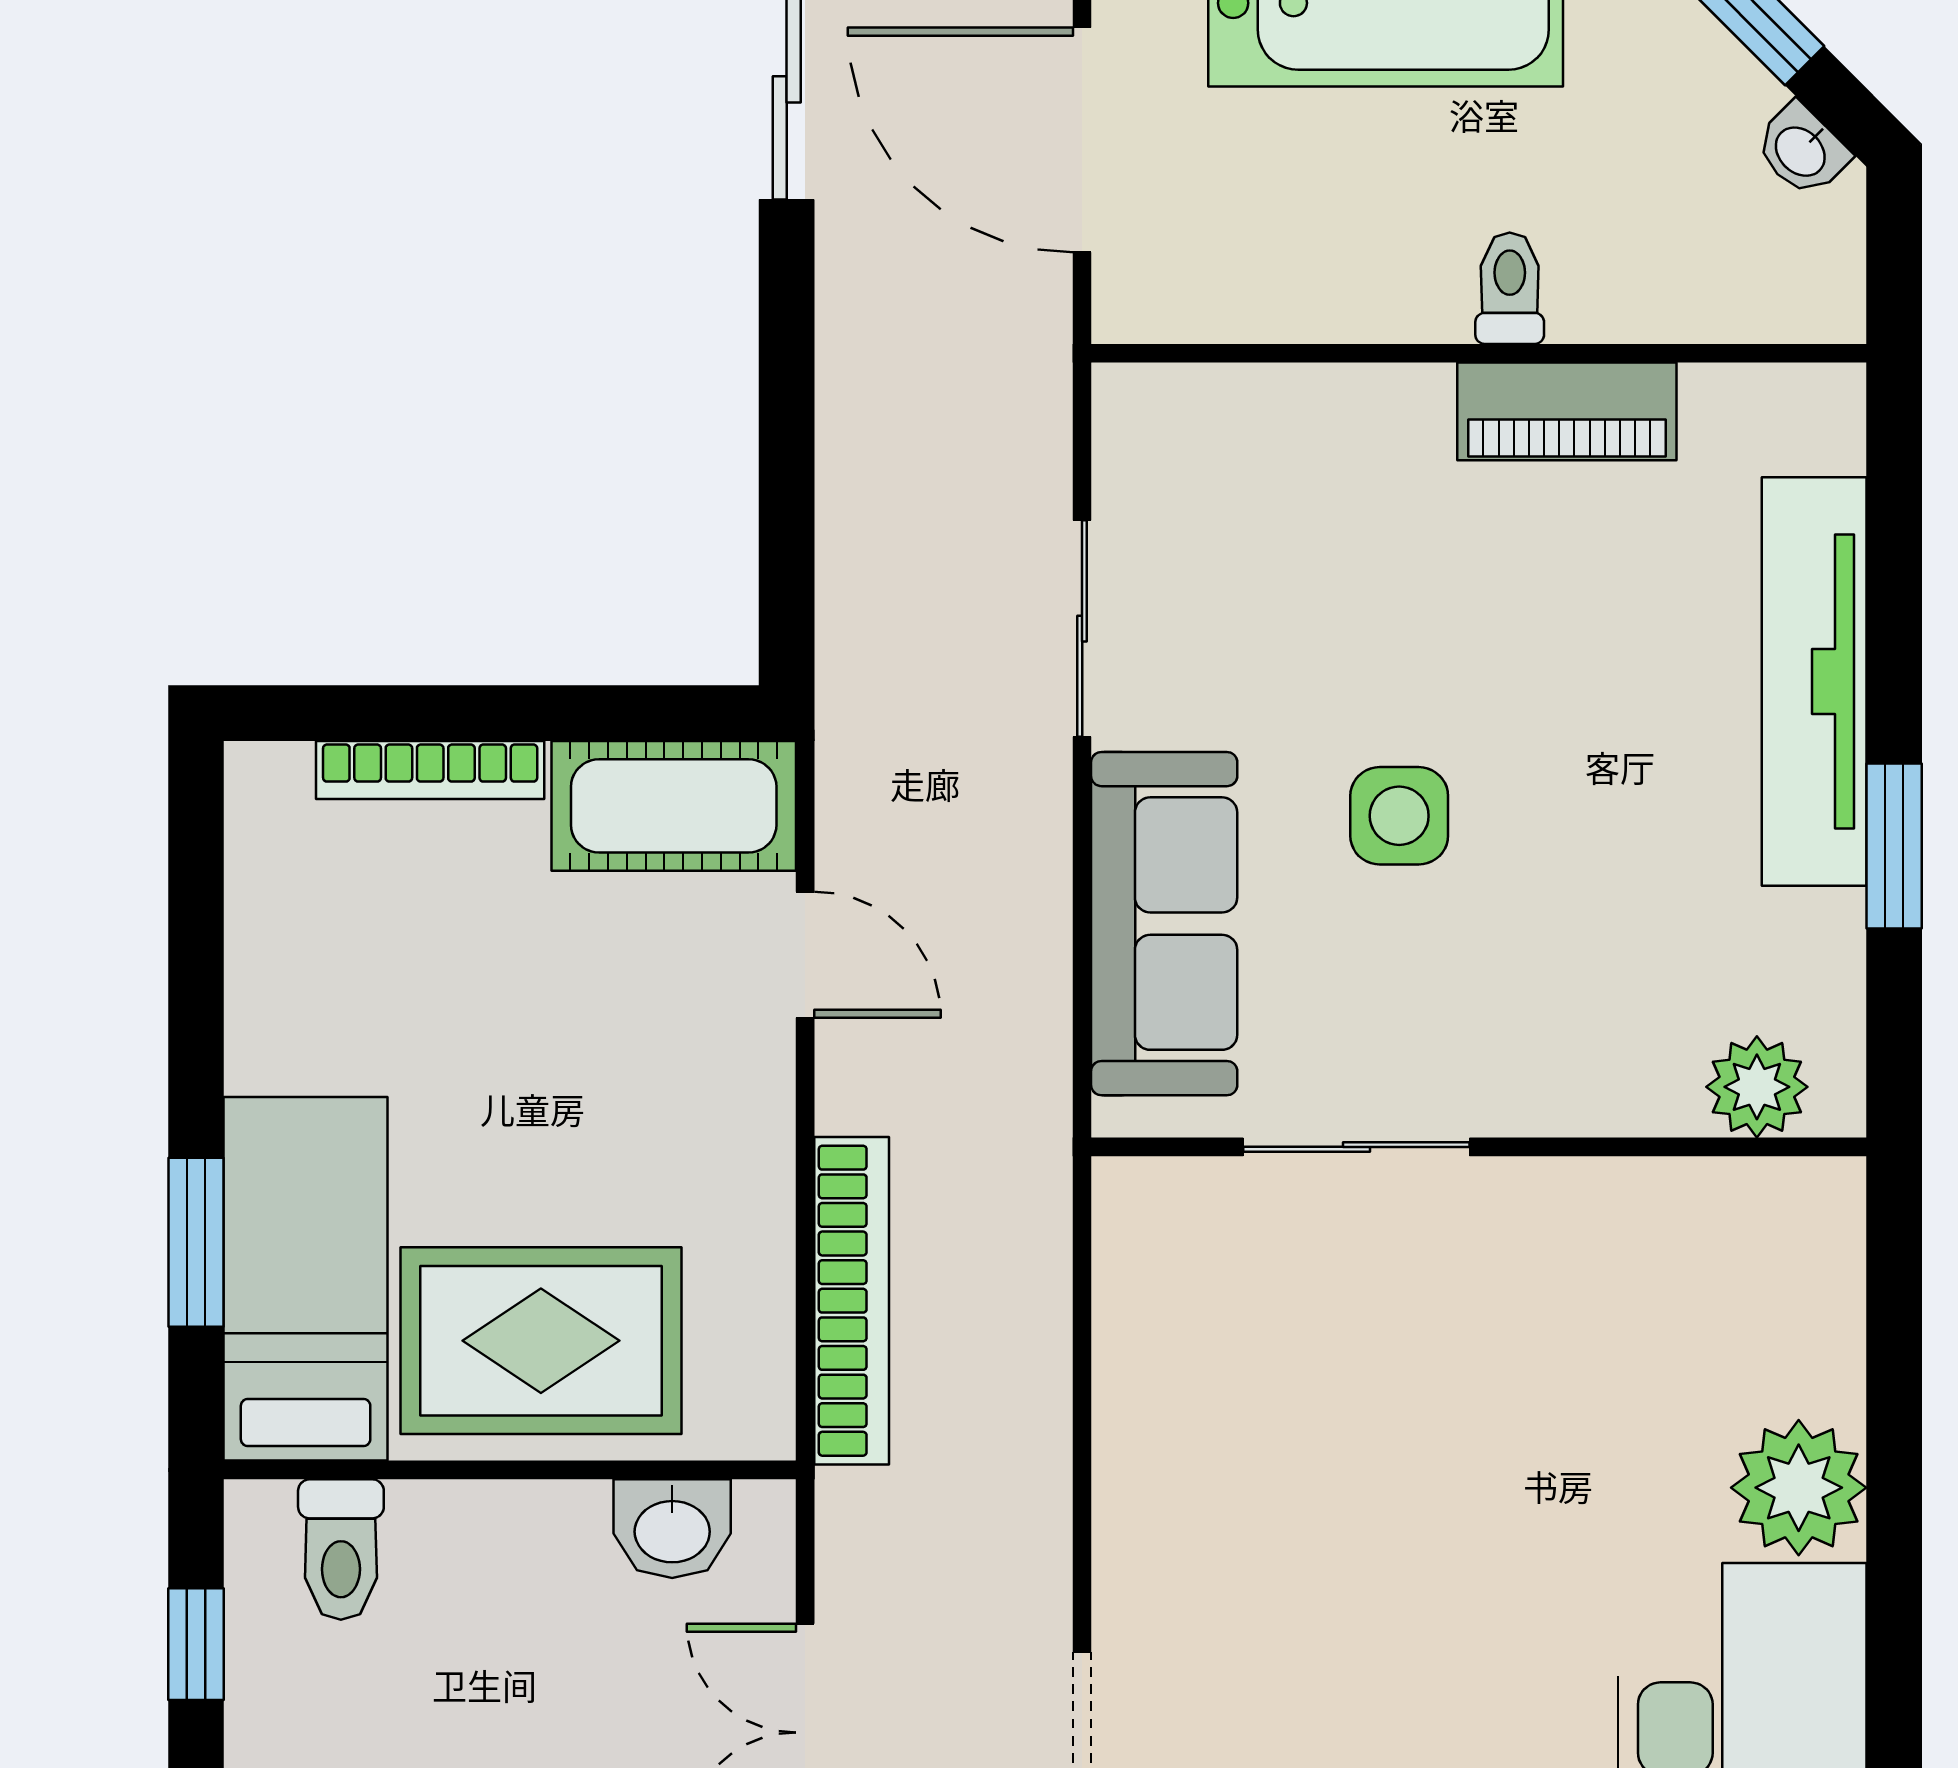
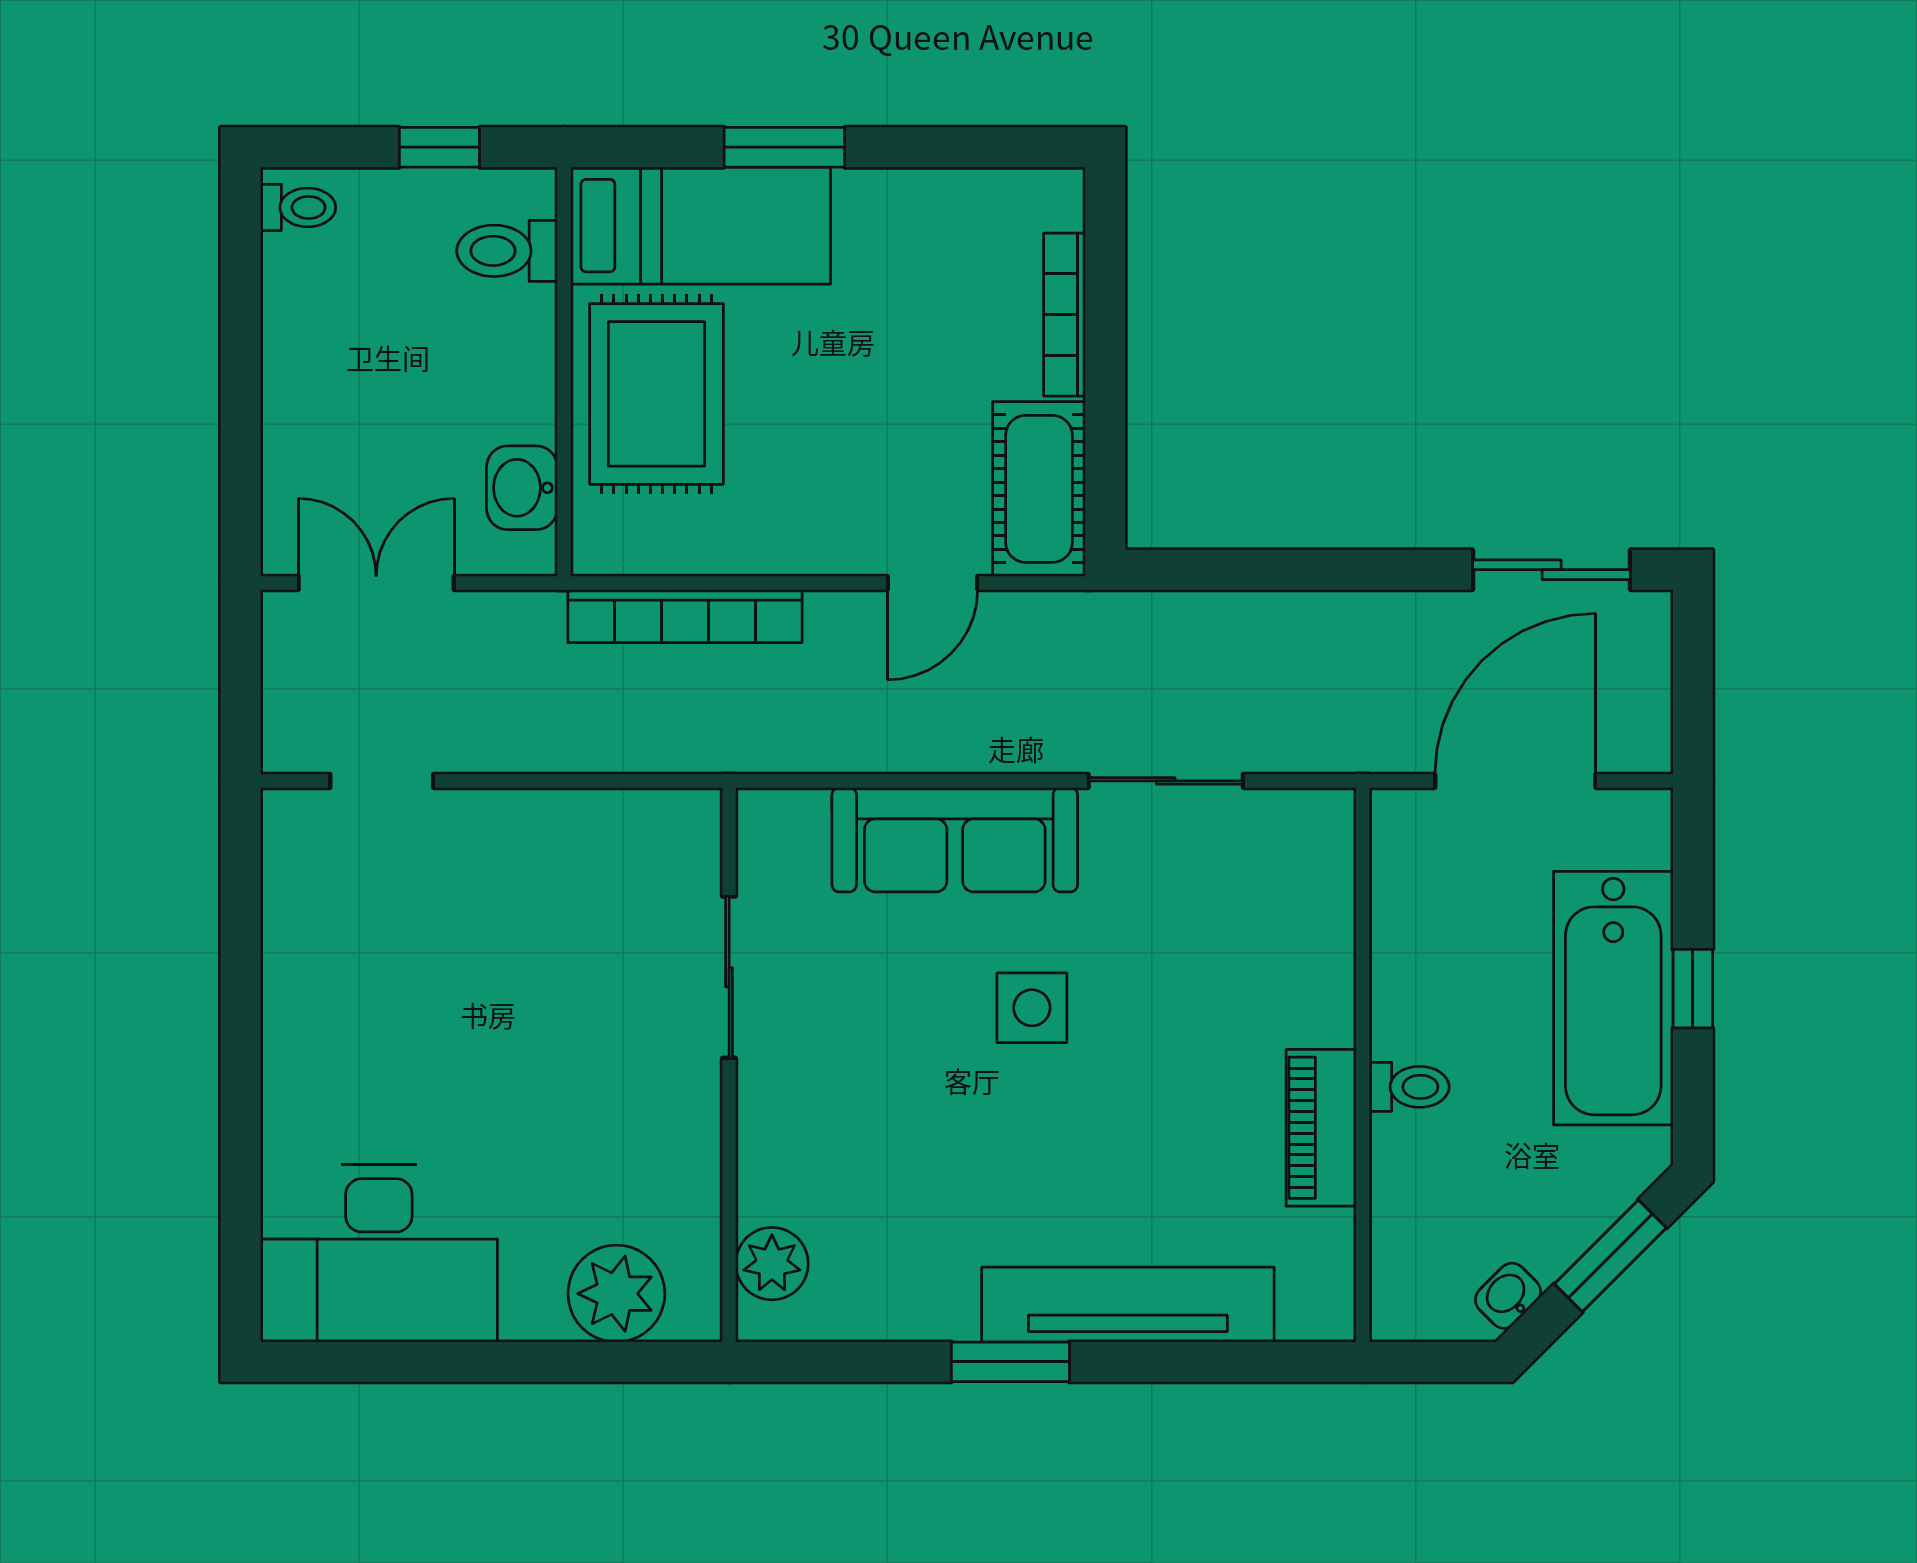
plant: (1757, 1087) -> (772, 1264), moved
sliding door: (1356, 1147) -> (729, 977), moved
wall: (1479, 1147) -> (729, 1065), moved
window: (196, 1242) -> (784, 147), moved
plant: (1799, 1488) -> (616, 1294), moved

